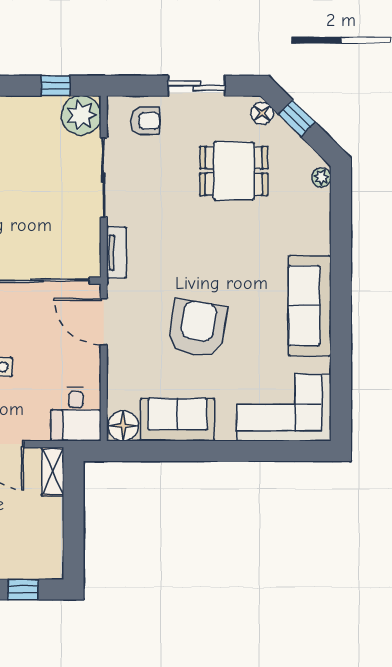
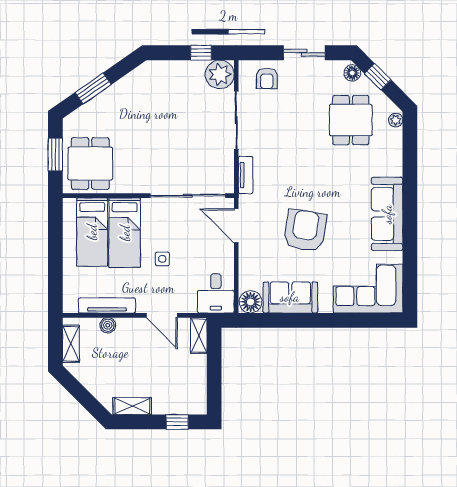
armchair: (145, 121) -> (267, 78), turned 90
dining table: (234, 171) -> (351, 120), moved, turned 90

